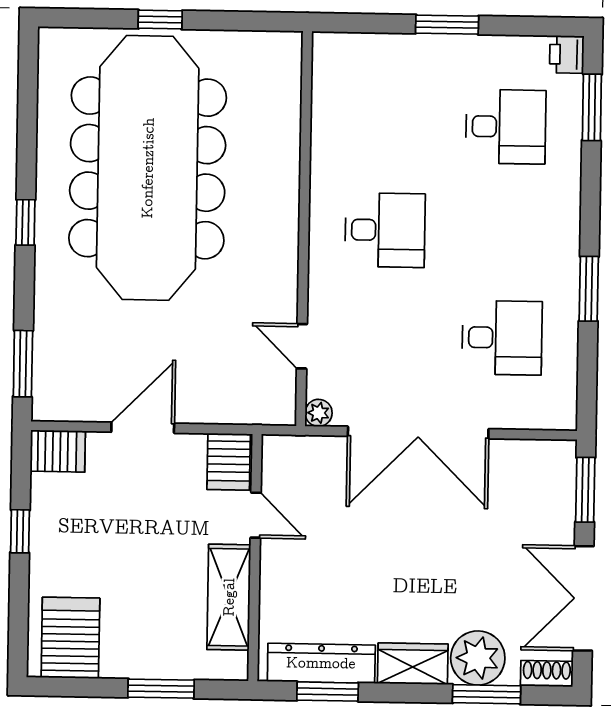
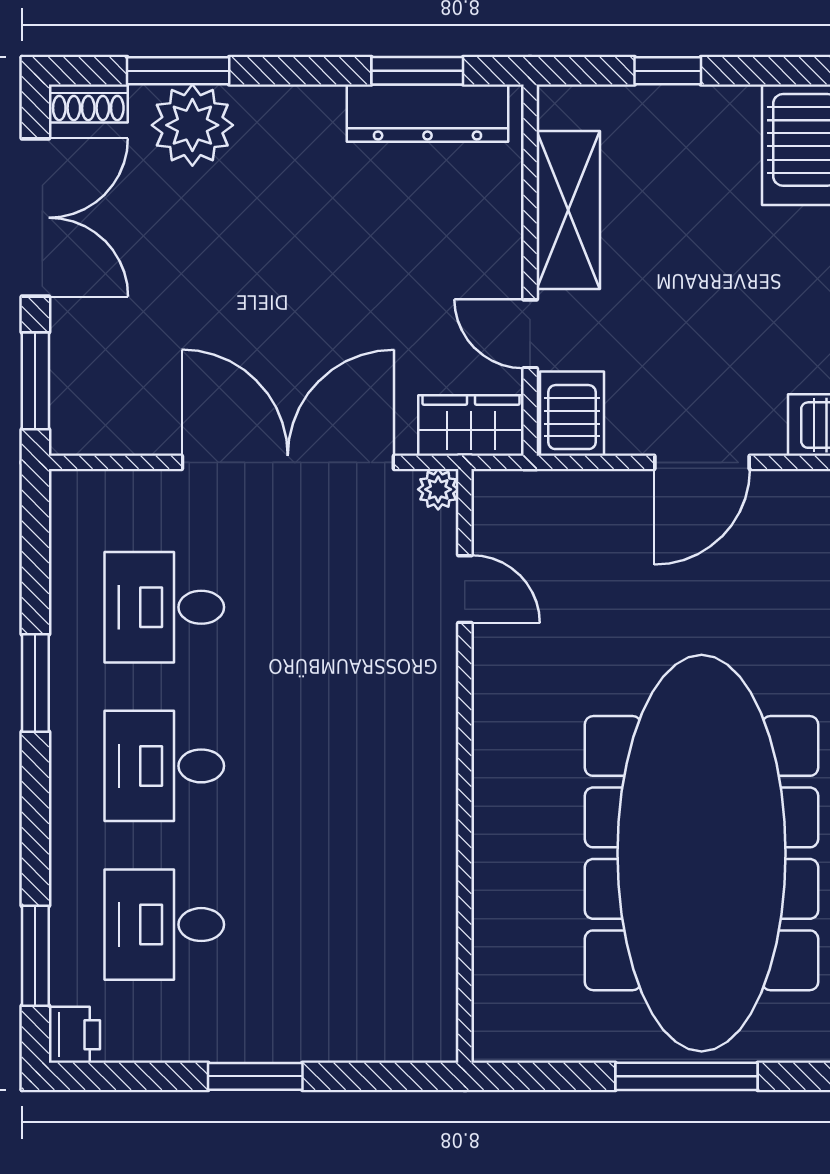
window: (160, 20) -> (687, 1076), width x2.17
desk: (385, 230) -> (164, 766), moved
wardrobe: (413, 664) -> (471, 426), moved, turned 180
window: (161, 689) -> (668, 71), width x0.67

